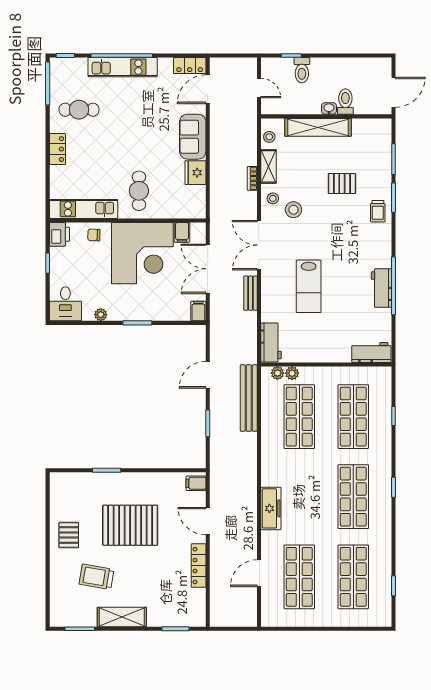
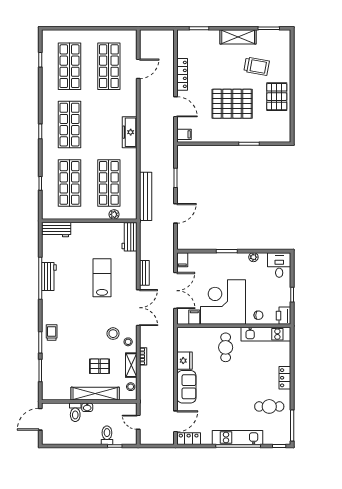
pallet: (342, 184) -> (100, 366), moved
plant: (277, 373) -> (125, 215), removed
freezer: (271, 508) -> (130, 132), moved
pallet: (69, 535) -> (277, 97), width x1.50, depth x1.42

